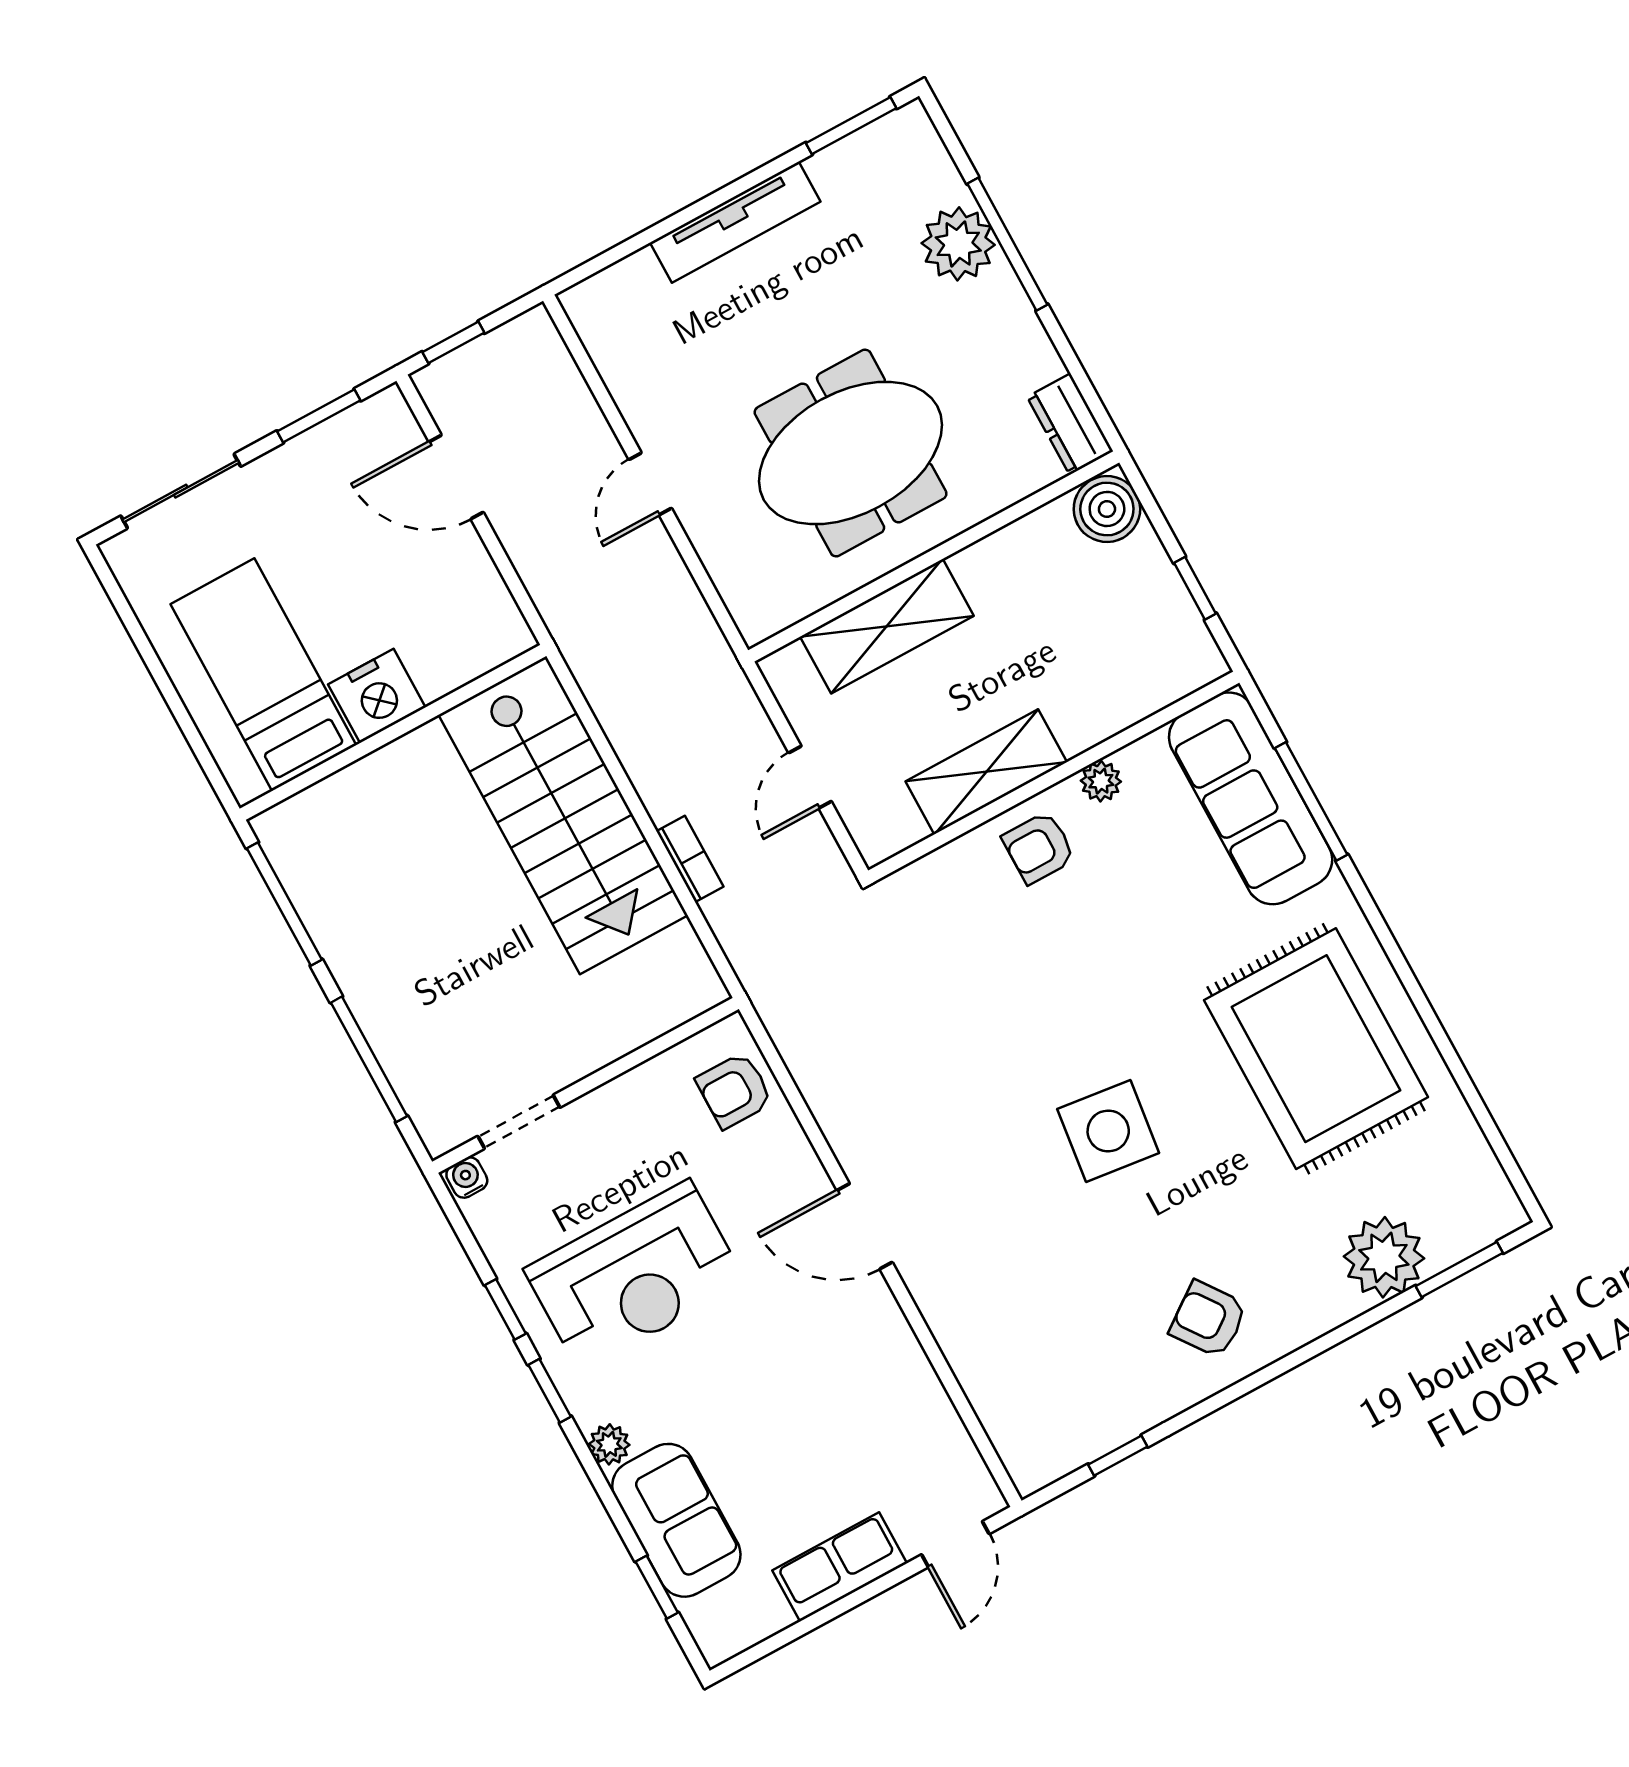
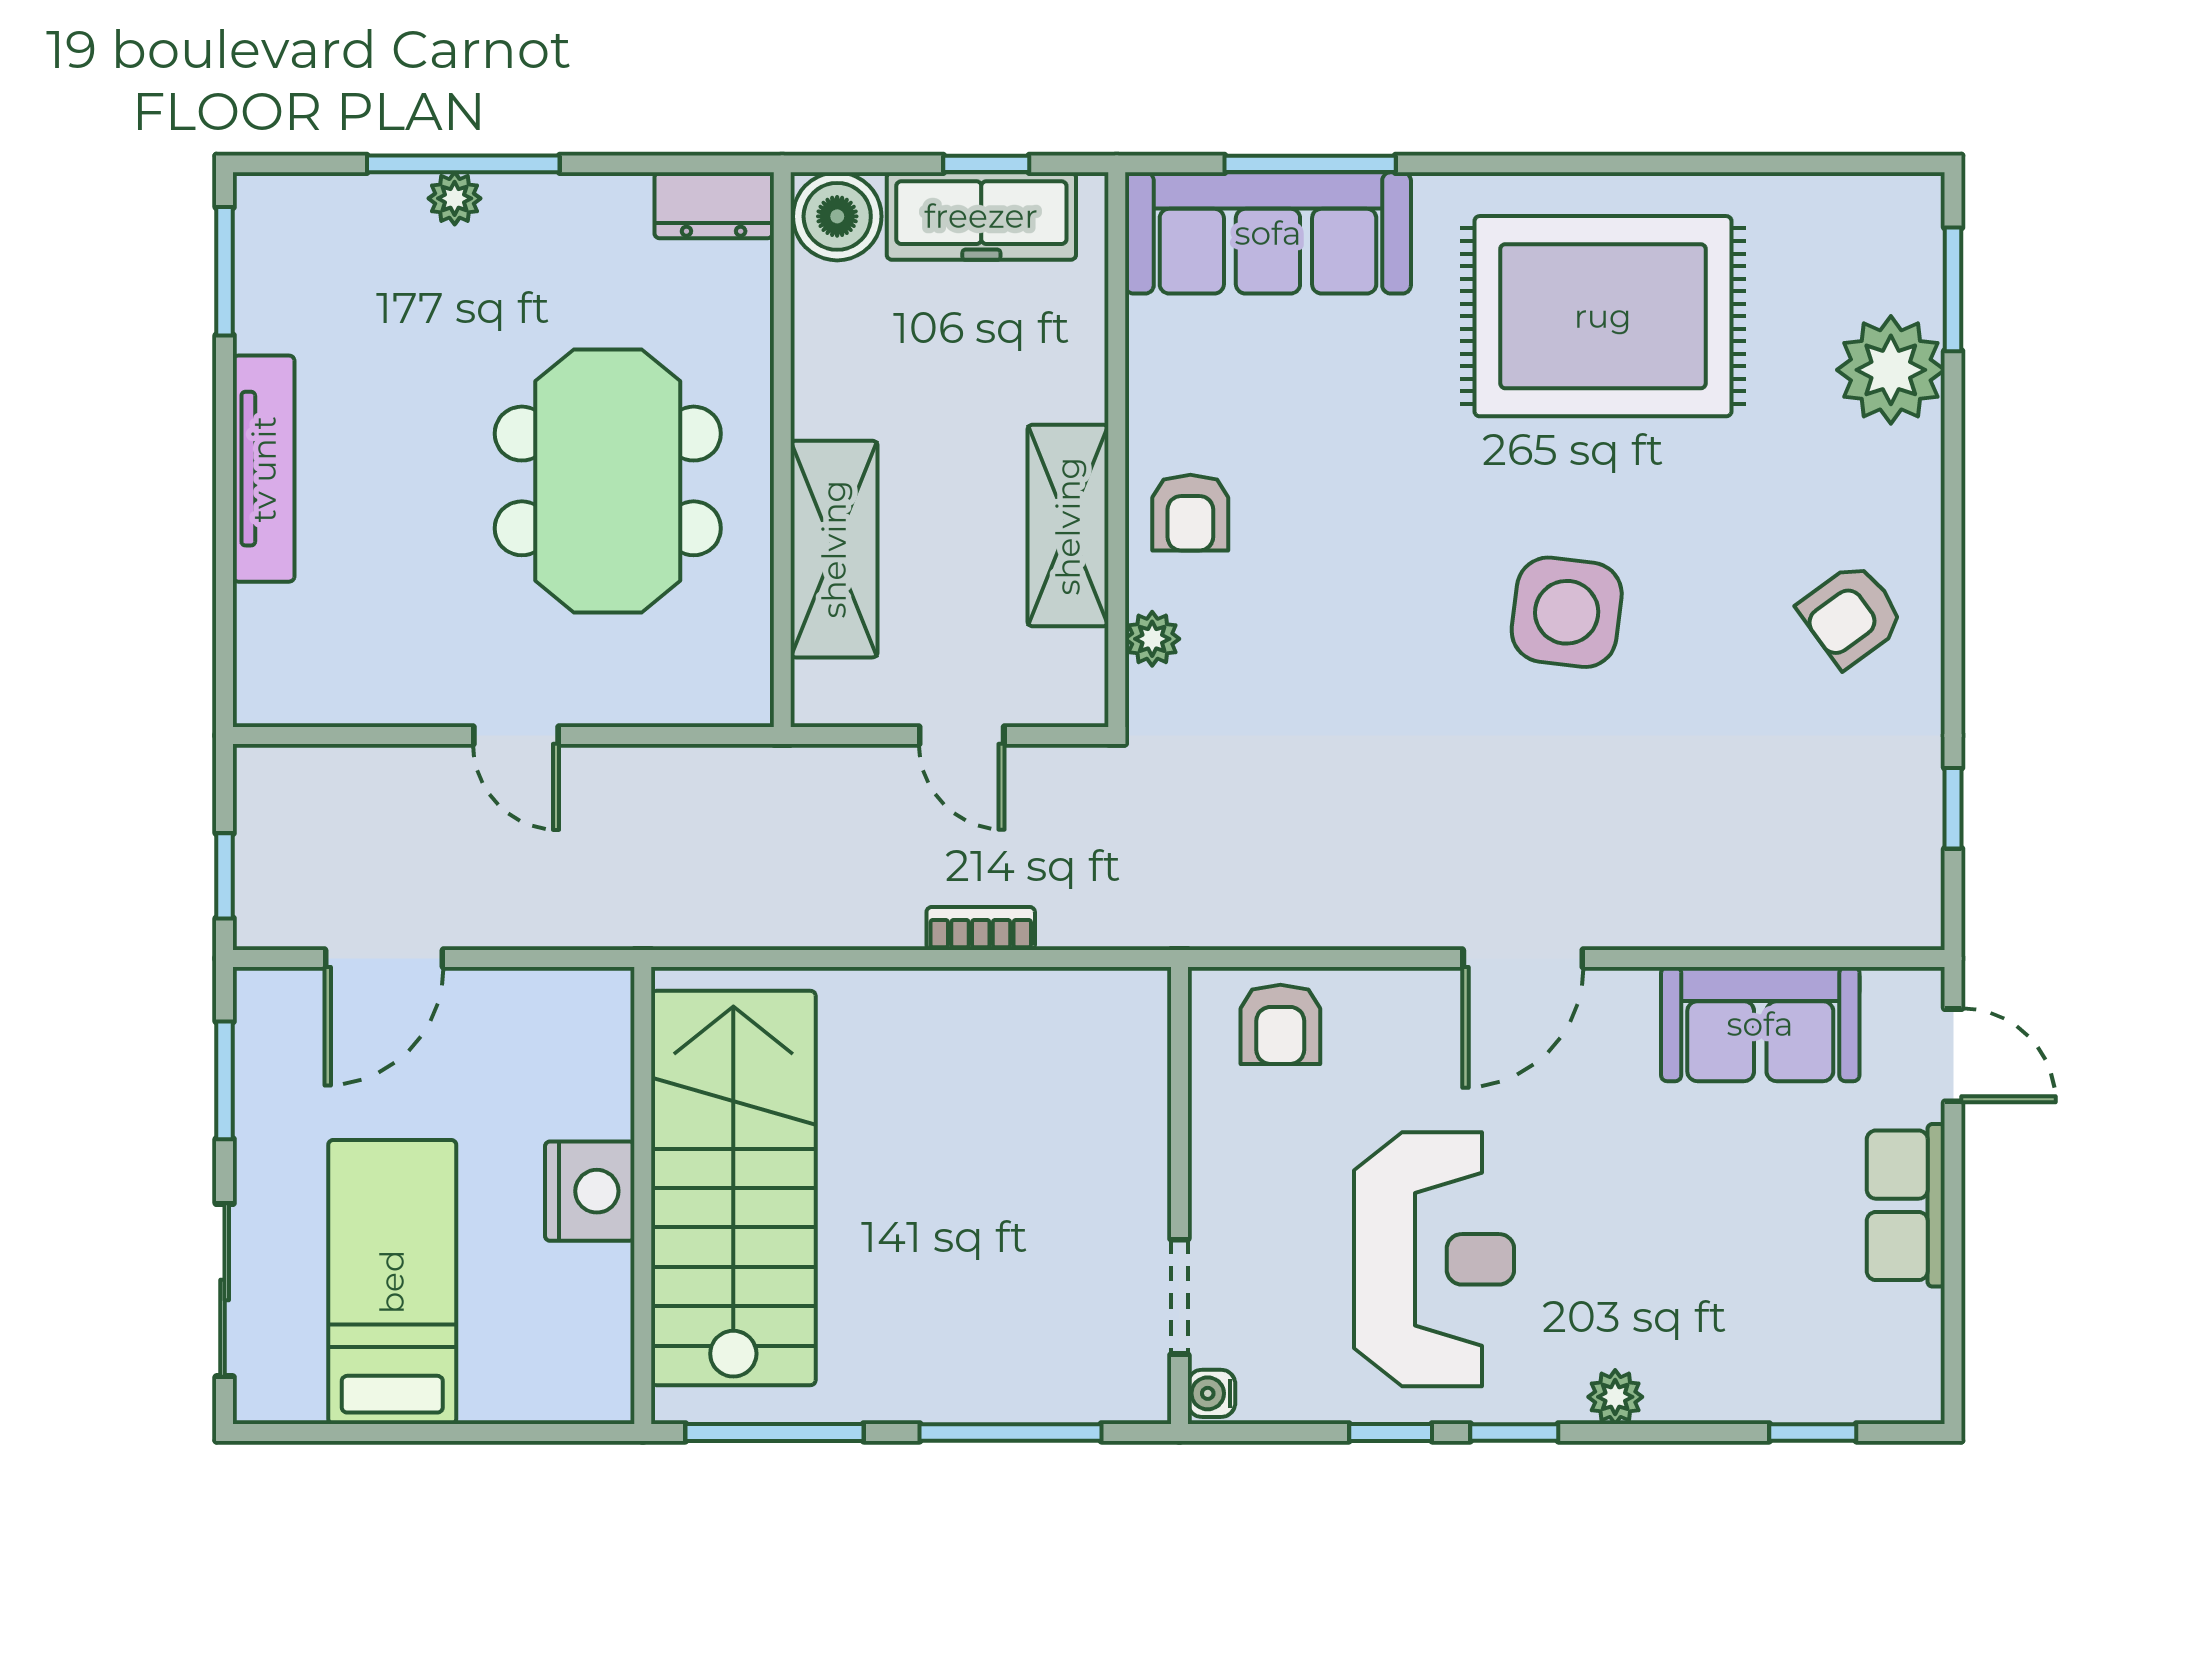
plant: (958, 244) -> (455, 198), width x0.53, depth x0.53
freezer: (1159, 604) -> (981, 216), added
bed: (263, 675) -> (392, 1282), moved, turned 90
plant: (1101, 781) -> (1152, 639), moved
stairs: (563, 815) -> (733, 1188), moved, turned -90
sofa: (676, 1520) -> (1760, 1024), moved, turned 180

